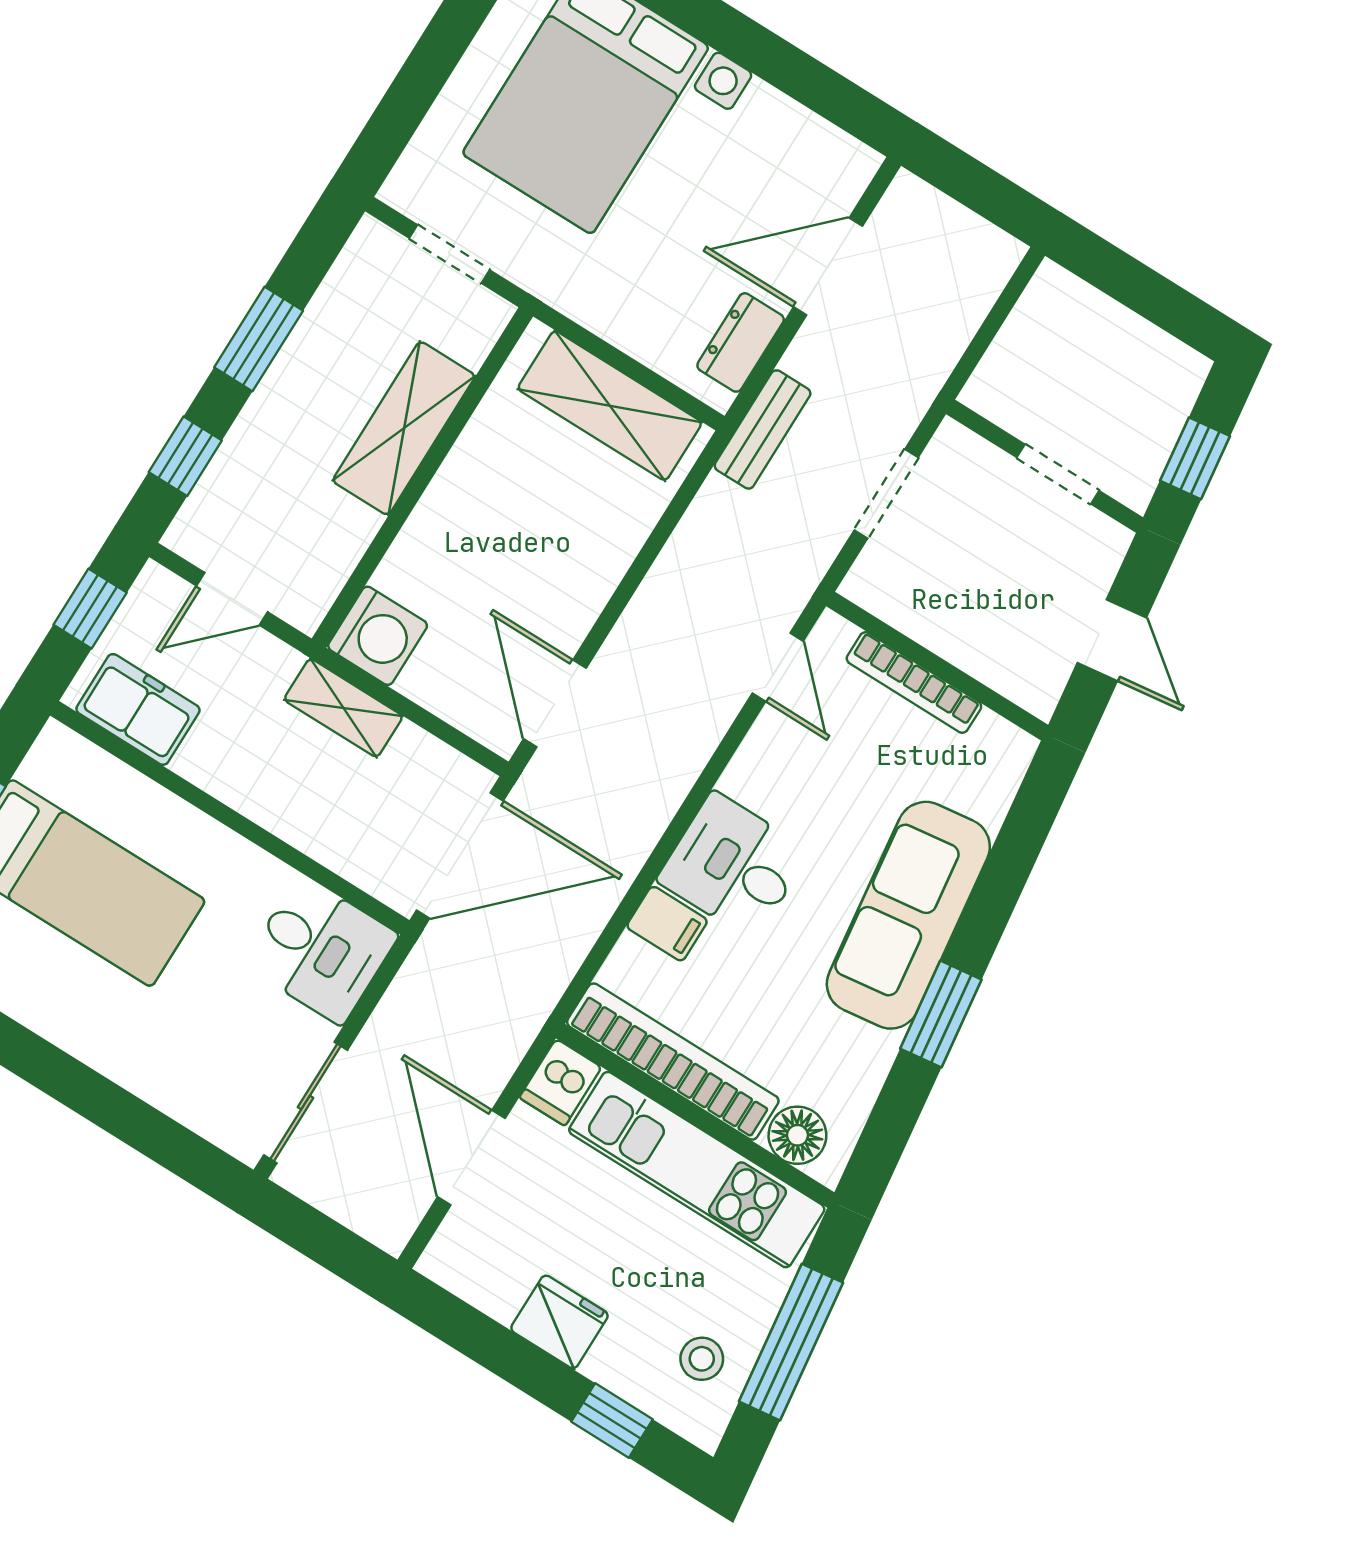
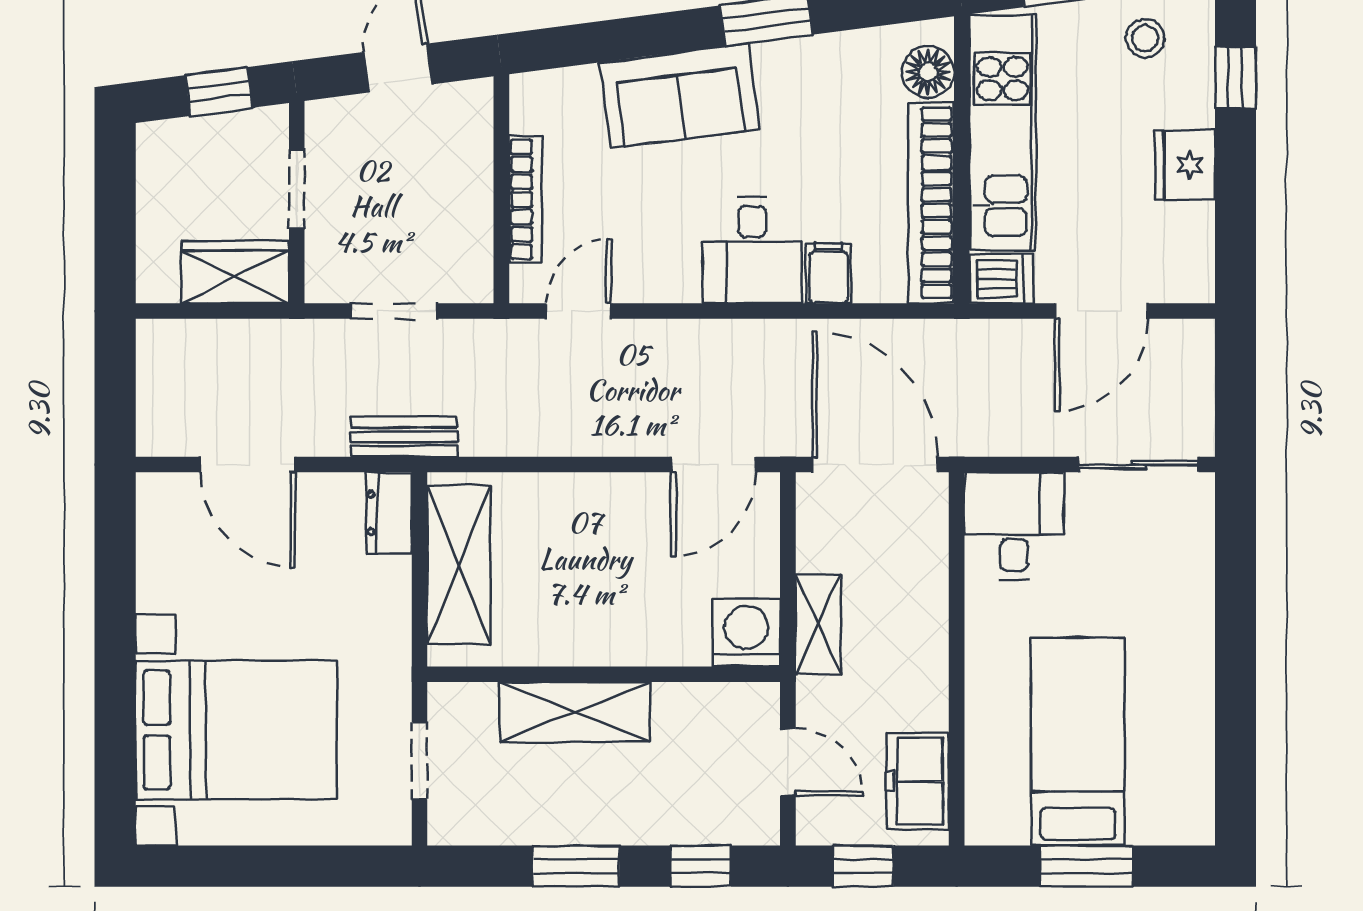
dresser: (741, 342) -> (389, 513), moved, turned 90
wardrobe: (1016, 367) -> (235, 272), added
sofa: (908, 915) -> (680, 96), width x0.73

